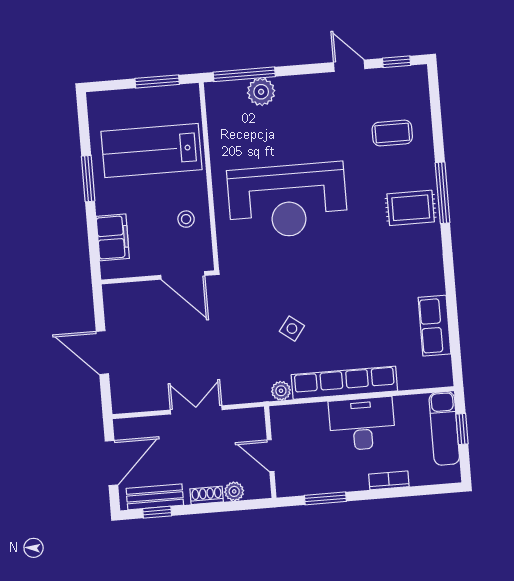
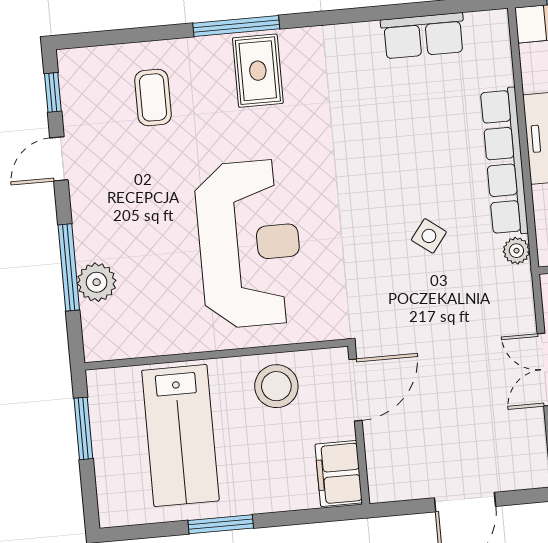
window: (244, 74) -> (69, 267), moved
stool: (186, 219) -> (276, 386), width x1.89, depth x1.89
filing cabinet: (113, 237) -> (339, 474), moved, turned -90

